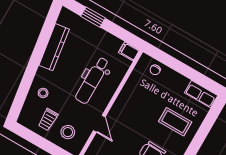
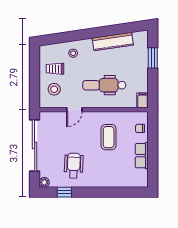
row of seats: (201, 94) -> (142, 156), moved
coffee table: (175, 122) -> (109, 137), moved

